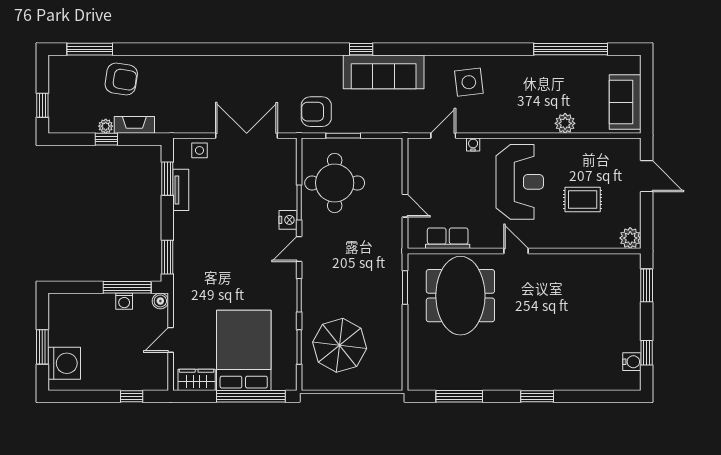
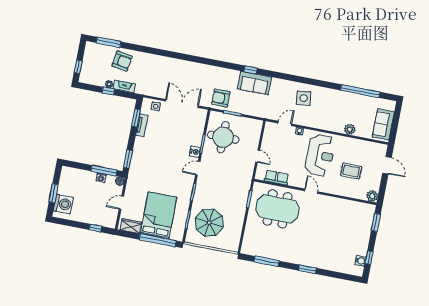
sofa: (384, 72) -> (254, 83), width x0.73
meeting table: (460, 296) -> (277, 209), turned 90

